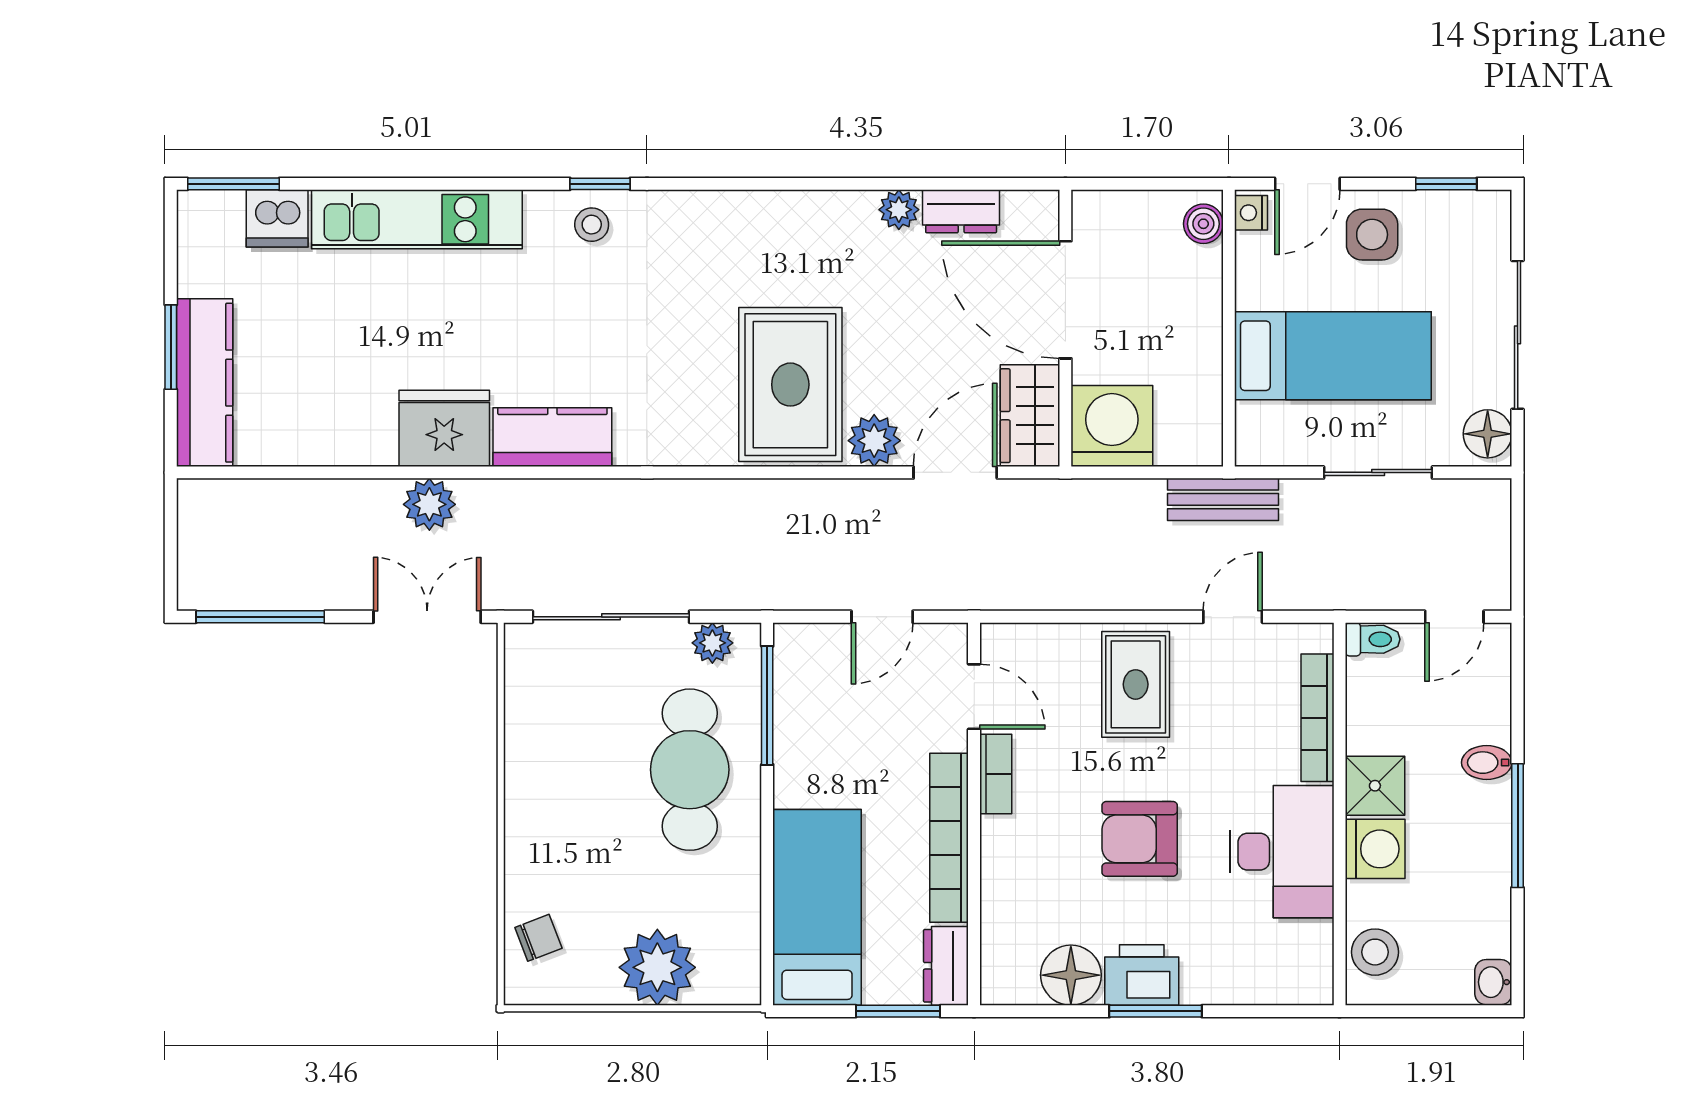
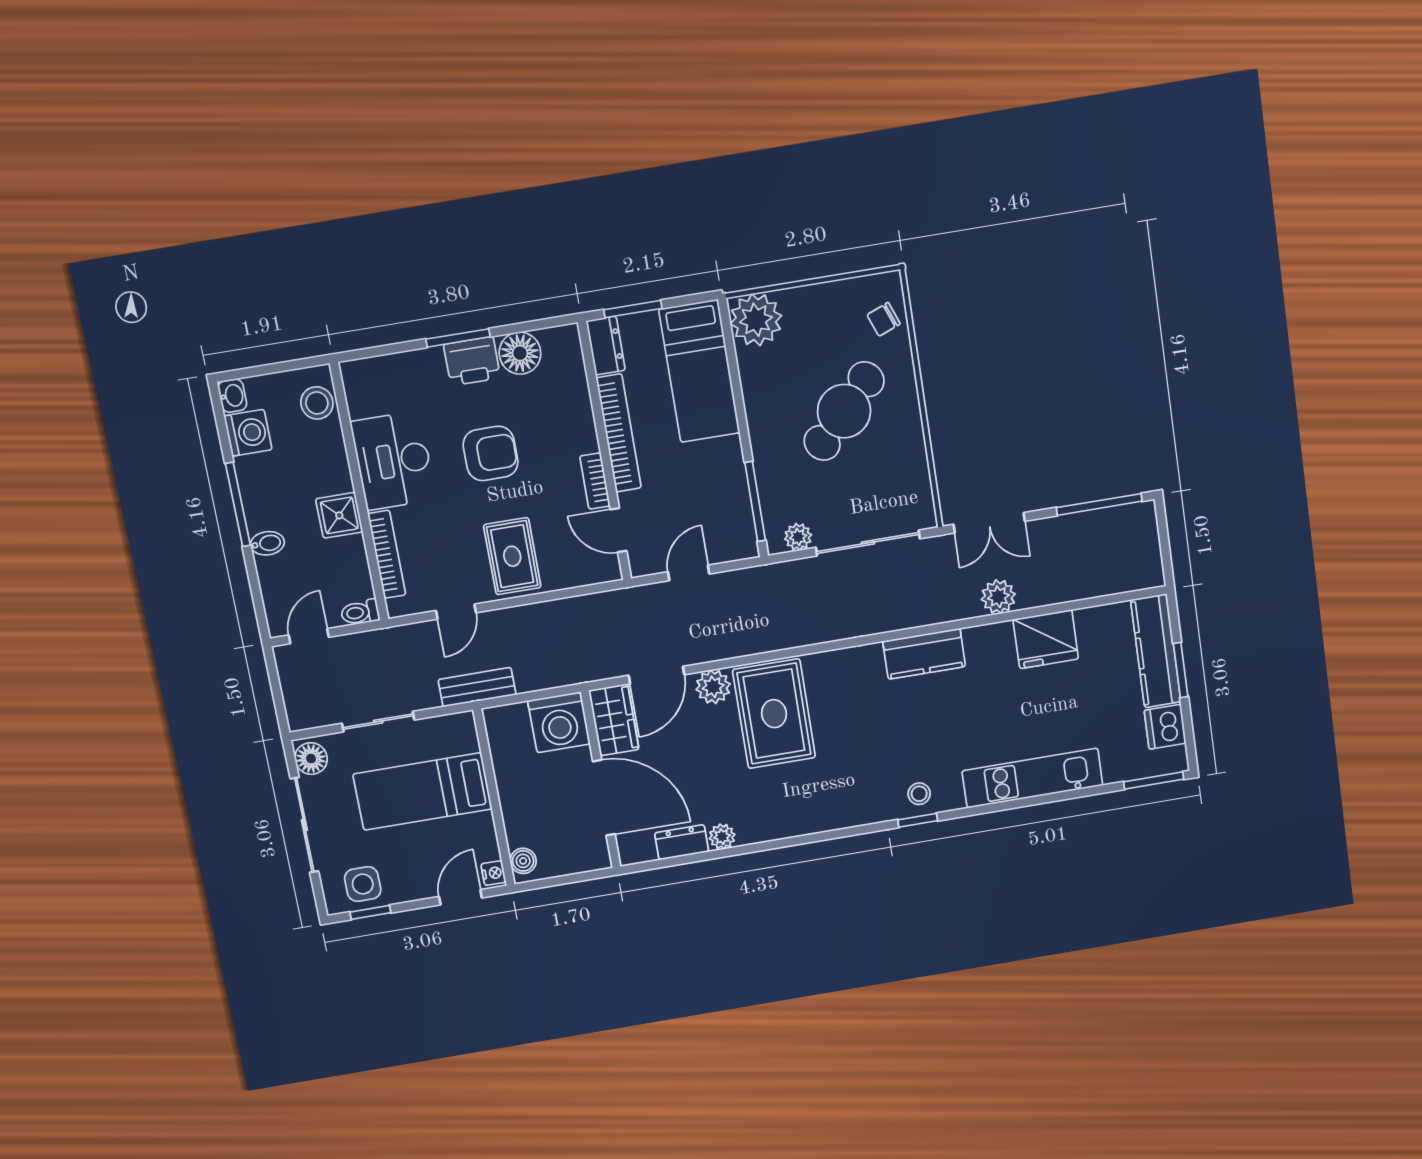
dishwasher: (277, 218) -> (1165, 727), moved, turned -90
side table: (1372, 235) -> (363, 884), moved
fridge: (444, 428) -> (1046, 639), moved
cafe table: (690, 770) -> (844, 411), moved, turned 44
washing machine: (1375, 849) -> (248, 433), moved, turned 180
plant: (657, 967) -> (756, 320), moved

